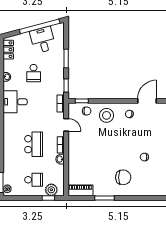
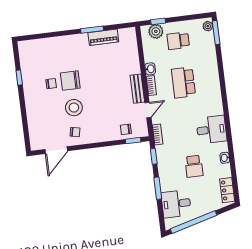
desk: (43, 40) -> (176, 204), moved, turned 105
school desk: (34, 73) -> (194, 166), turned 180
stool: (106, 115) -> (74, 108), moved
door: (66, 125) -> (148, 110), swing flipped
bench: (73, 144) -> (137, 89), added
chair: (123, 177) -> (70, 81), moved
piano: (81, 190) -> (103, 37), moved

